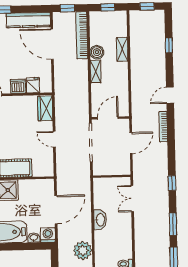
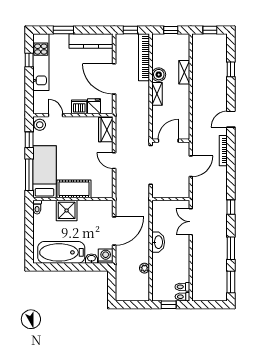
door: (52, 44) -> (114, 79), moved
plant: (83, 250) -> (144, 268), width x0.53, depth x0.53

